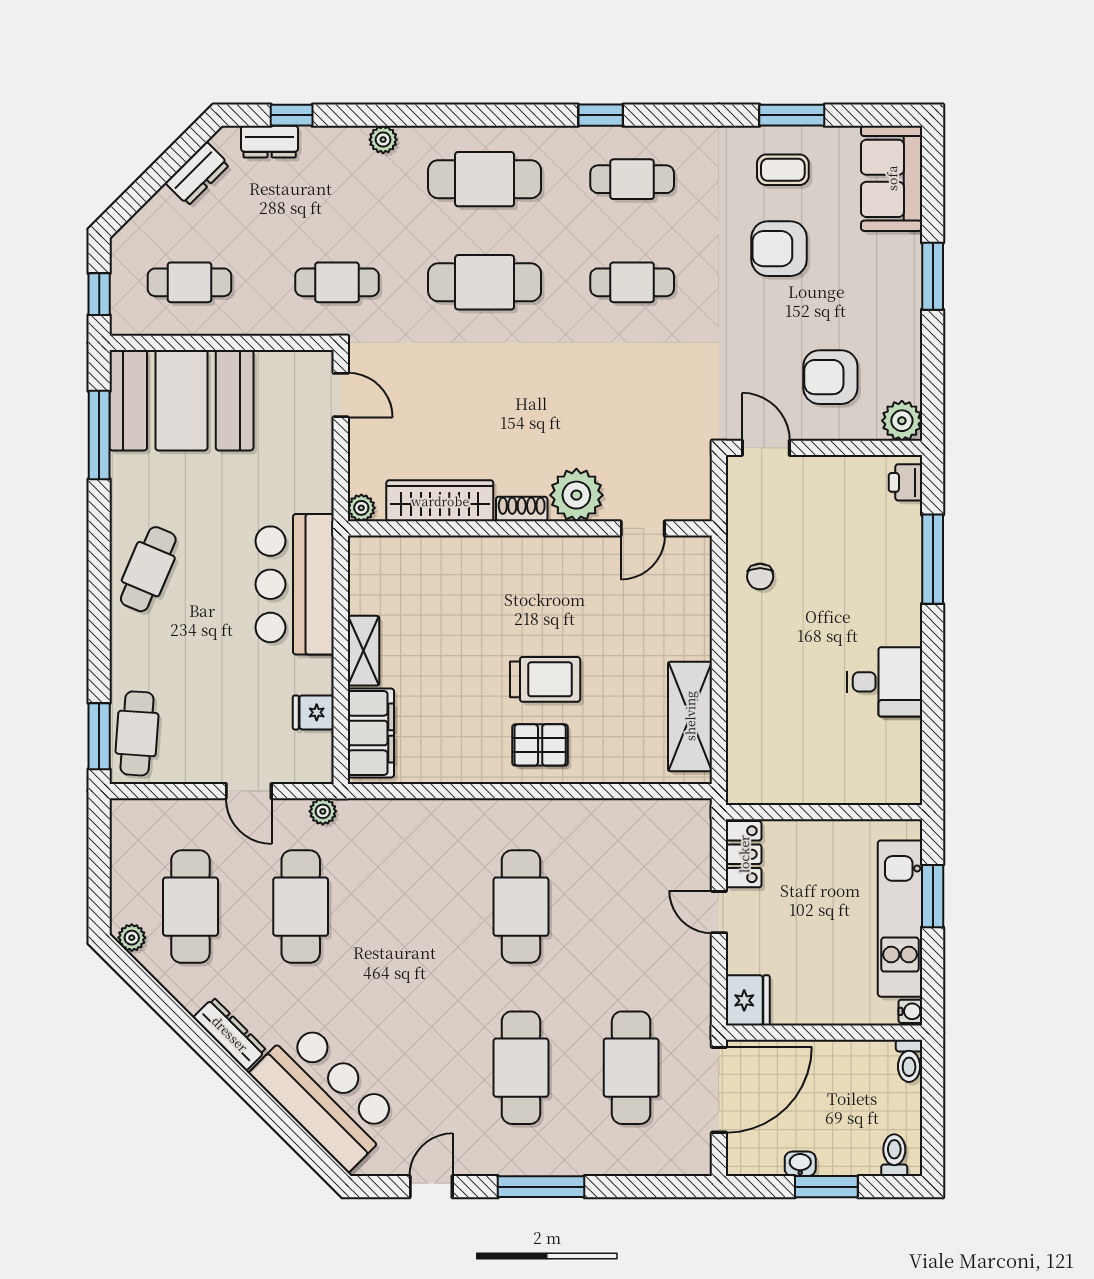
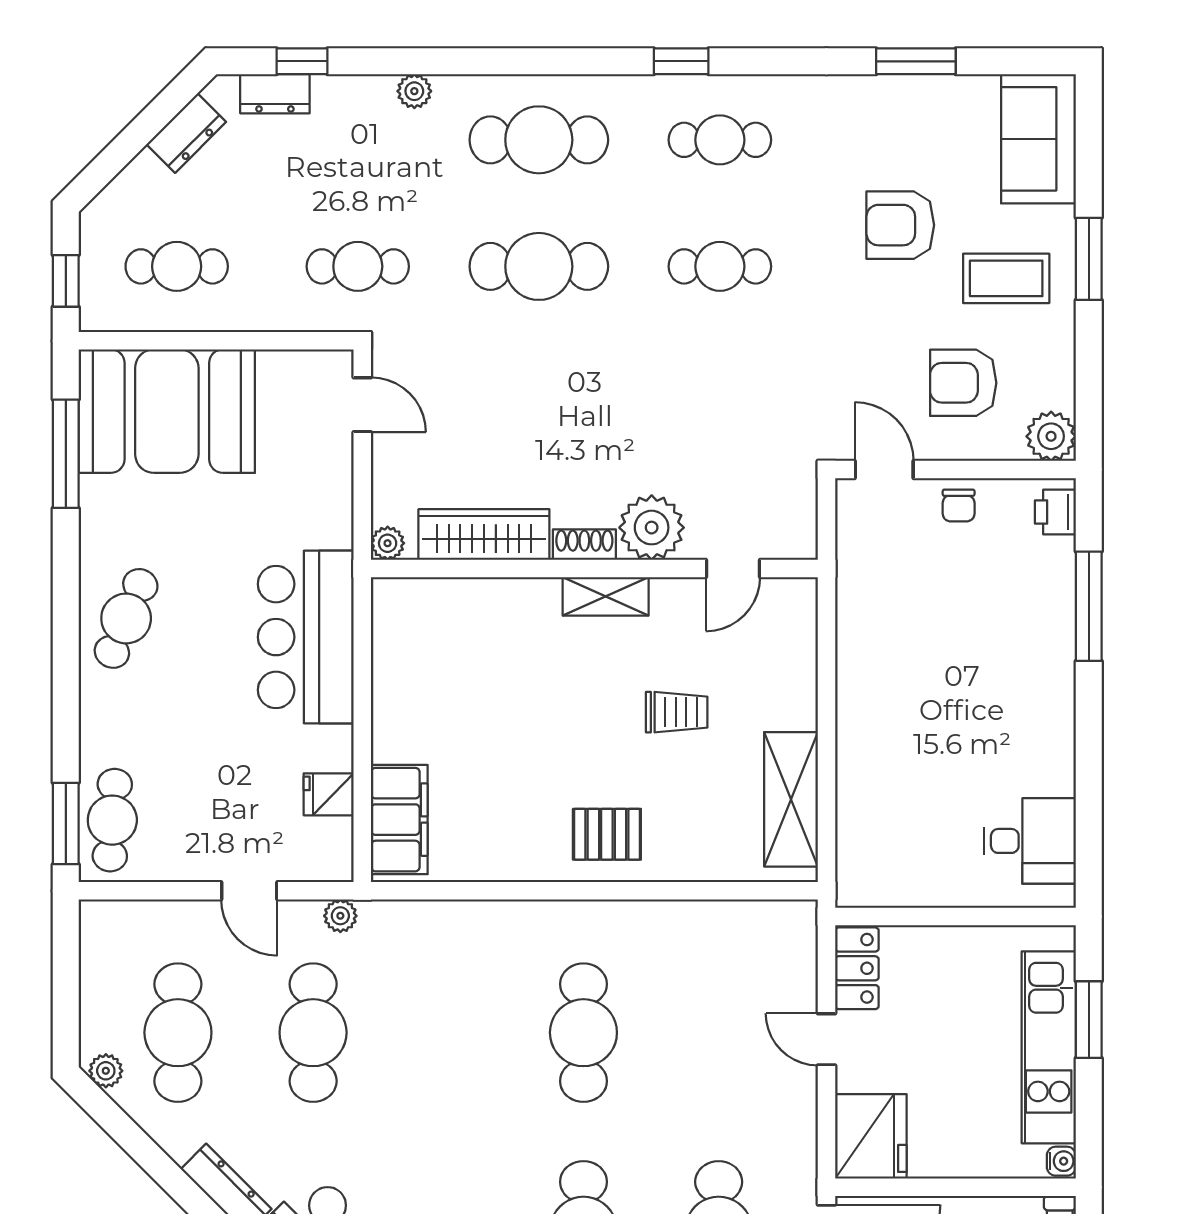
coffee table: (783, 170) -> (1006, 278), moved, width x1.36, depth x1.30
chair: (760, 577) -> (959, 505), moved
shelving: (363, 651) -> (606, 596), moved, turned 90
trolley: (545, 679) -> (677, 712), moved, width x0.73, depth x0.72
desk: (885, 682) -> (1030, 841), moved
fridge: (748, 1000) -> (871, 1136), width x1.36, depth x1.34

